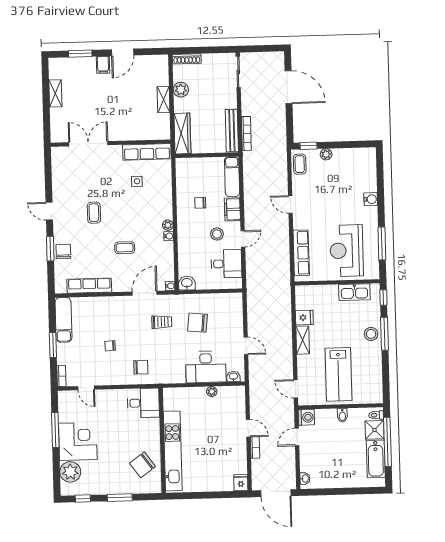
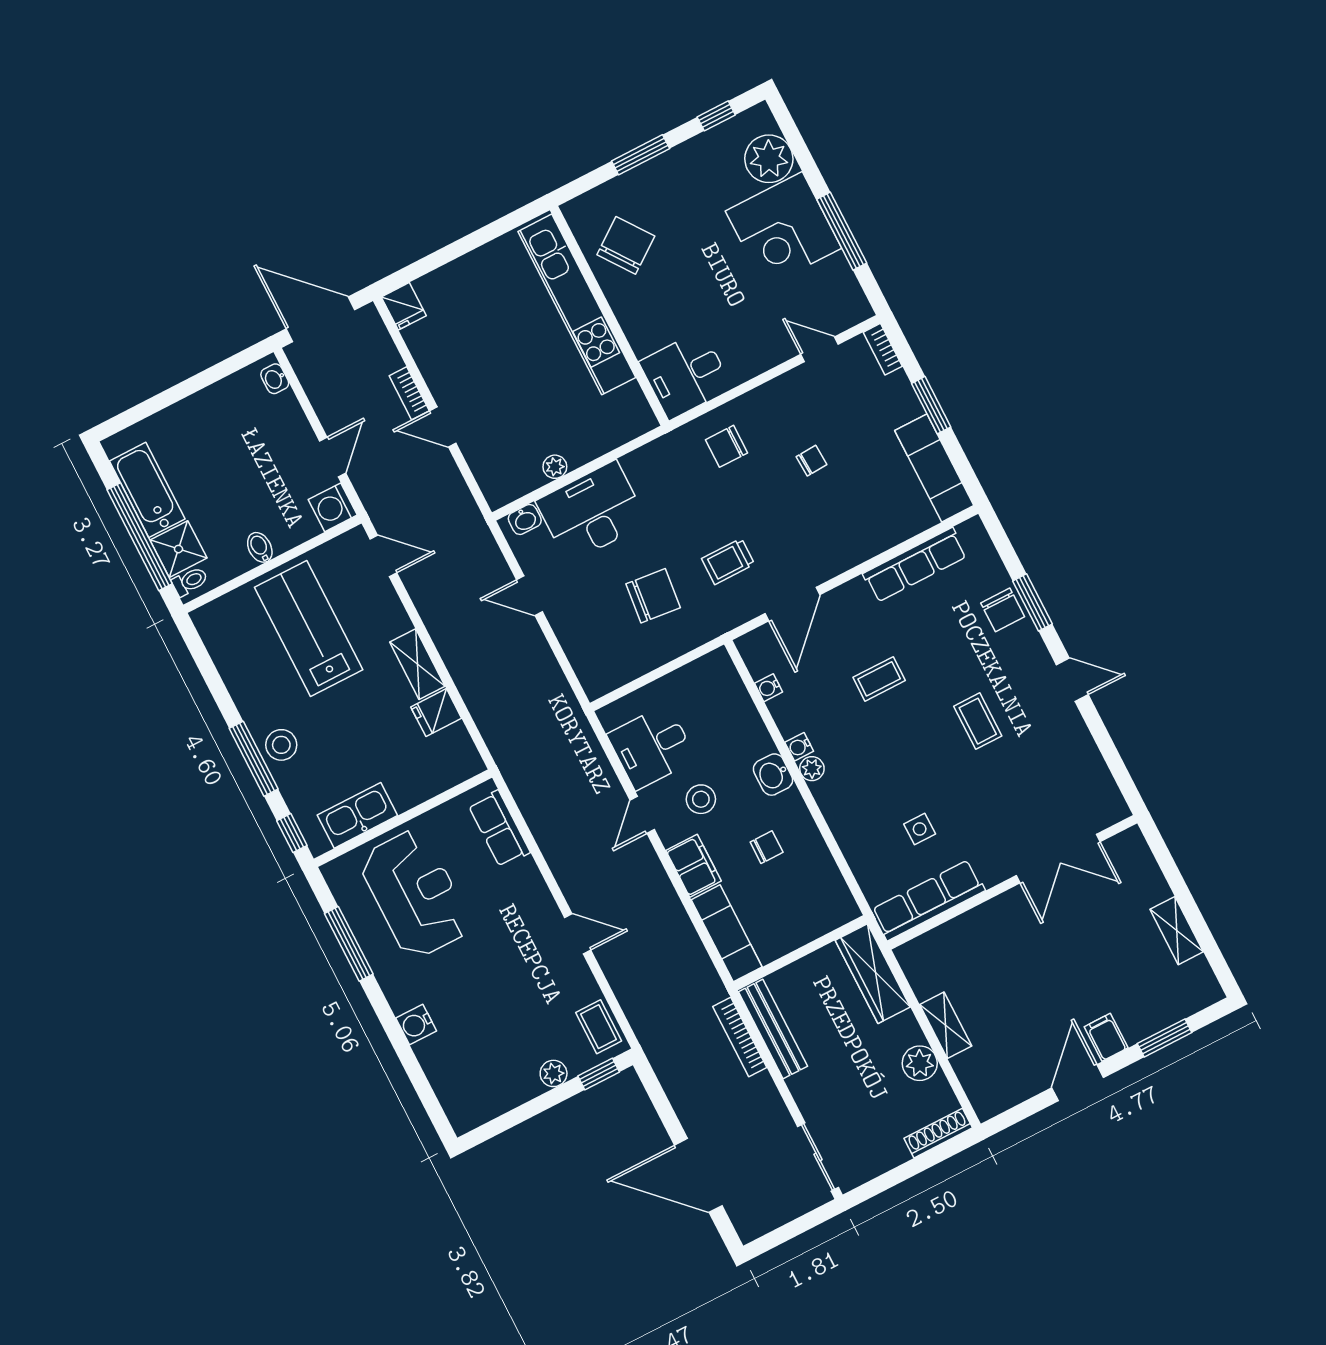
row of seats: (301, 253) -> (499, 829), width x0.68
washbasin: (187, 283) -> (773, 775), moved, turned 90
water cooler: (170, 286) -> (769, 688), moved

